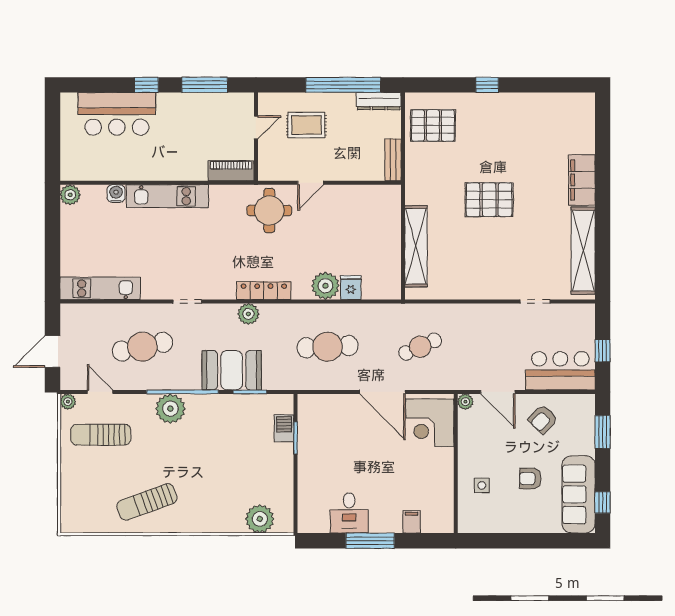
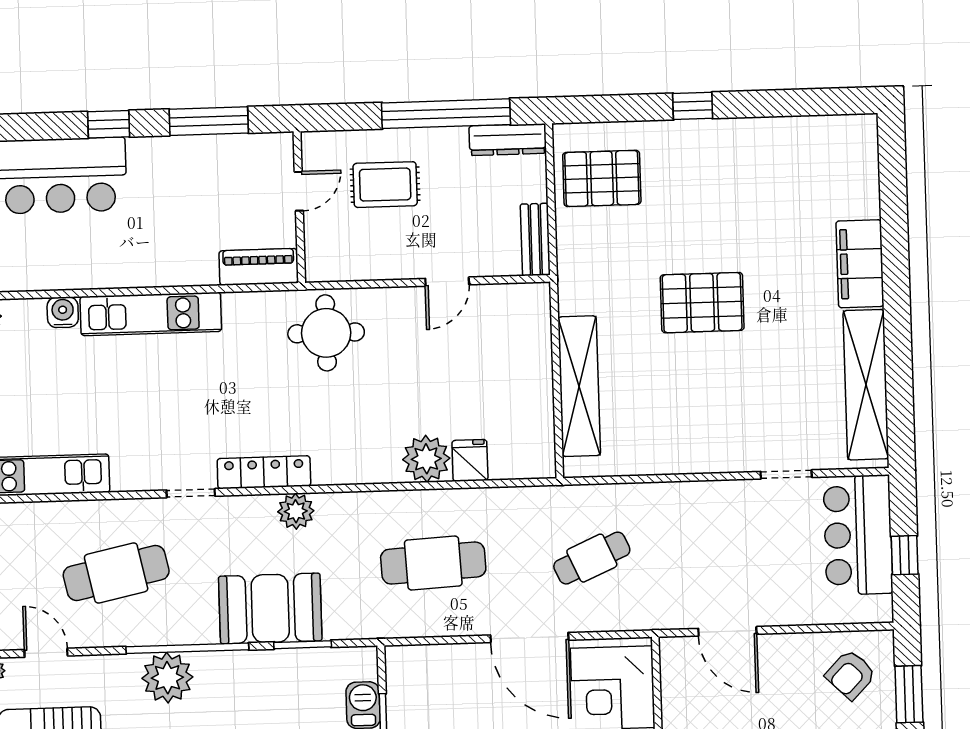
door: (311, 183) -> (447, 282), moved
locker: (264, 291) -> (264, 472), moved
bar counter: (560, 371) -> (858, 535), moved, turned -90
plant: (465, 402) -> (672, 650), removed
armchair: (543, 419) -> (851, 675), moved

